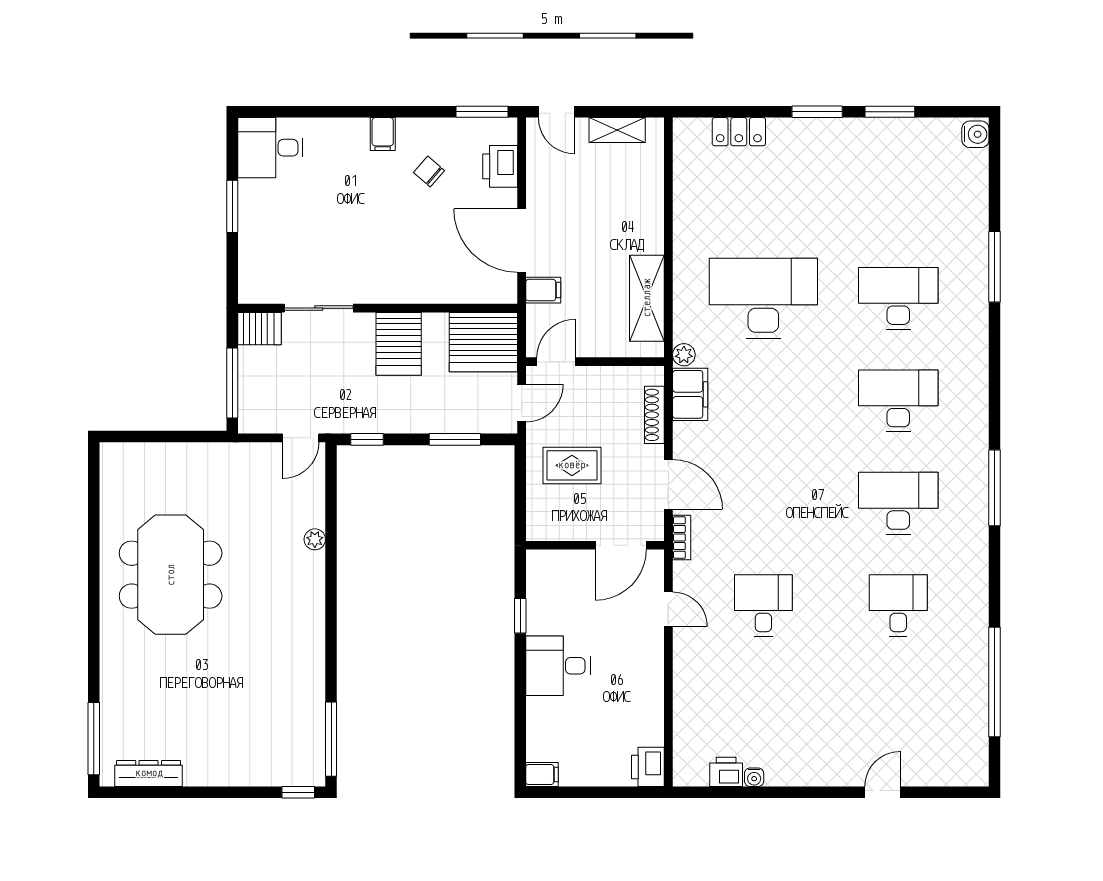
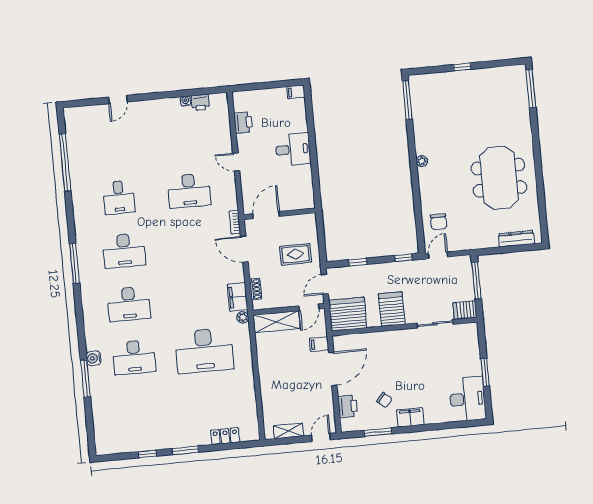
window: (482, 112) -> (378, 432), moved
door: (556, 112) -> (321, 437), hinge flipped
window: (890, 112) -> (148, 454), width x0.67
filing cabinet: (383, 134) -> (410, 417), width x2.00
water cooler: (975, 134) -> (94, 358), moved
desk: (270, 148) -> (467, 399), width x1.37
door: (522, 241) -> (333, 369), hinge flipped
shelving: (647, 298) -> (276, 322), moved, turned 90
shoe rack: (654, 415) -> (256, 289), width x0.70
window: (455, 439) -> (358, 262), width x0.67
chair: (293, 502) -> (439, 222), added
plant: (315, 539) -> (422, 161), moved
desk: (763, 606) -> (189, 191), width x1.37
door: (668, 609) -> (236, 162), moved
window: (520, 616) -> (315, 174), removed
printer: (648, 767) -> (243, 122), moved
dresser: (149, 773) -> (516, 239), moved, turned 180
window: (298, 792) -> (462, 67), moved

